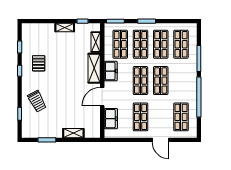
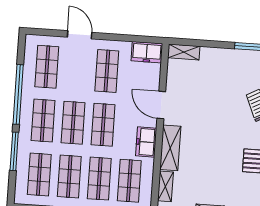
shop shelf: (181, 81) -> (43, 121), added
door: (102, 97) -> (161, 105), swing flipped
freezer: (111, 119) -> (147, 52), moved, turned -90
shelving: (73, 133) -> (184, 52), moved

